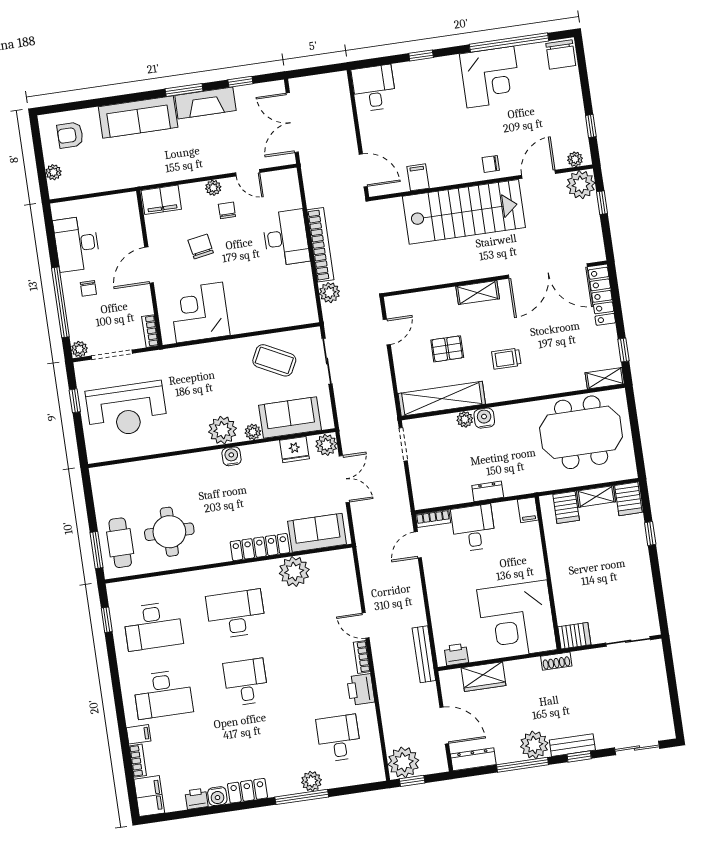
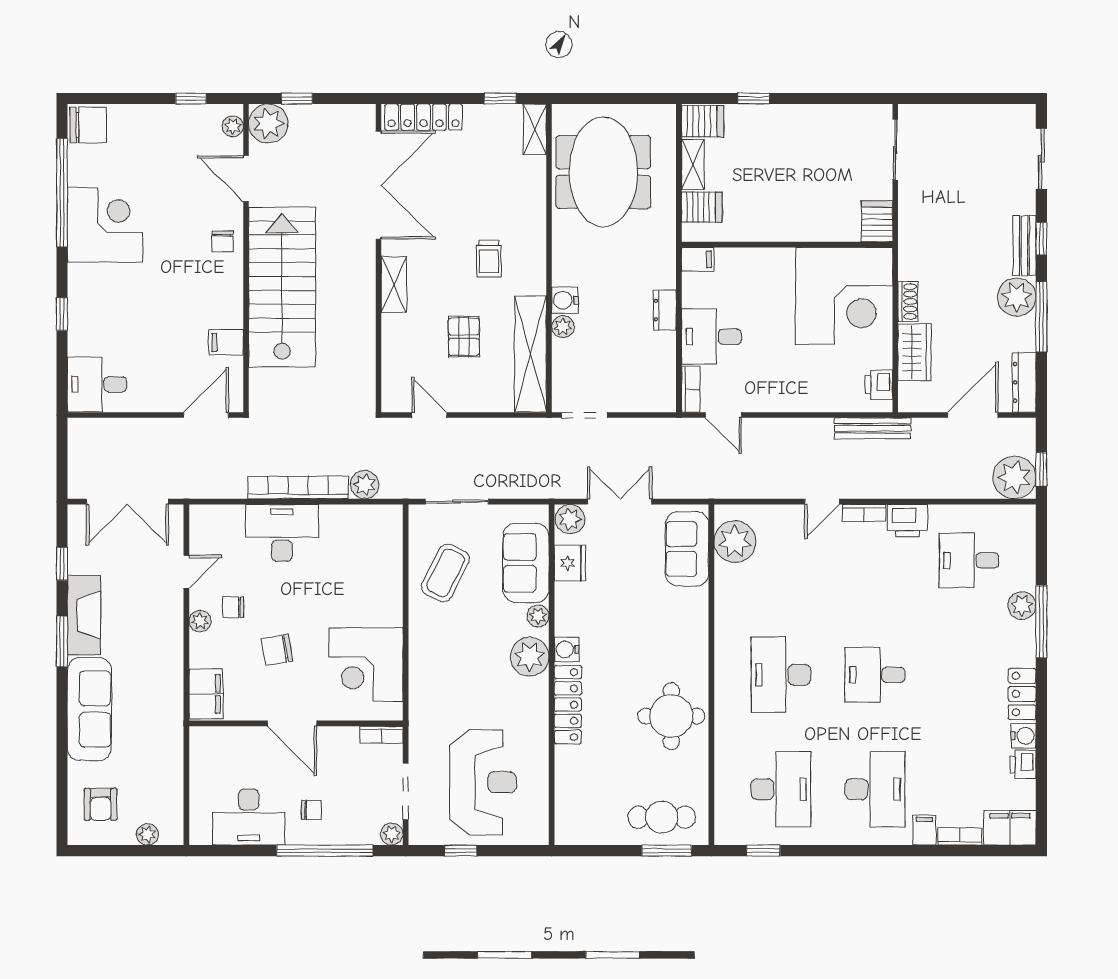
round table: (169, 532) -> (671, 716), moved
locker: (260, 547) -> (568, 705), moved, turned 180
plant: (294, 572) -> (735, 542), moved
shoe rack: (556, 661) -> (908, 302), moved

